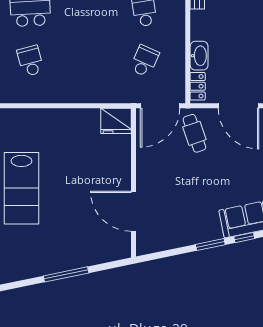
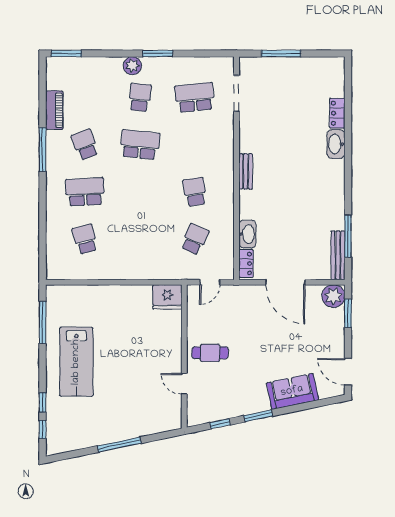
door: (160, 106) -> (210, 282), width x0.53
cafe table: (194, 133) -> (210, 353), moved, turned -71
door: (133, 211) -> (184, 384), width x0.53
window: (244, 238) -> (220, 424), moved

